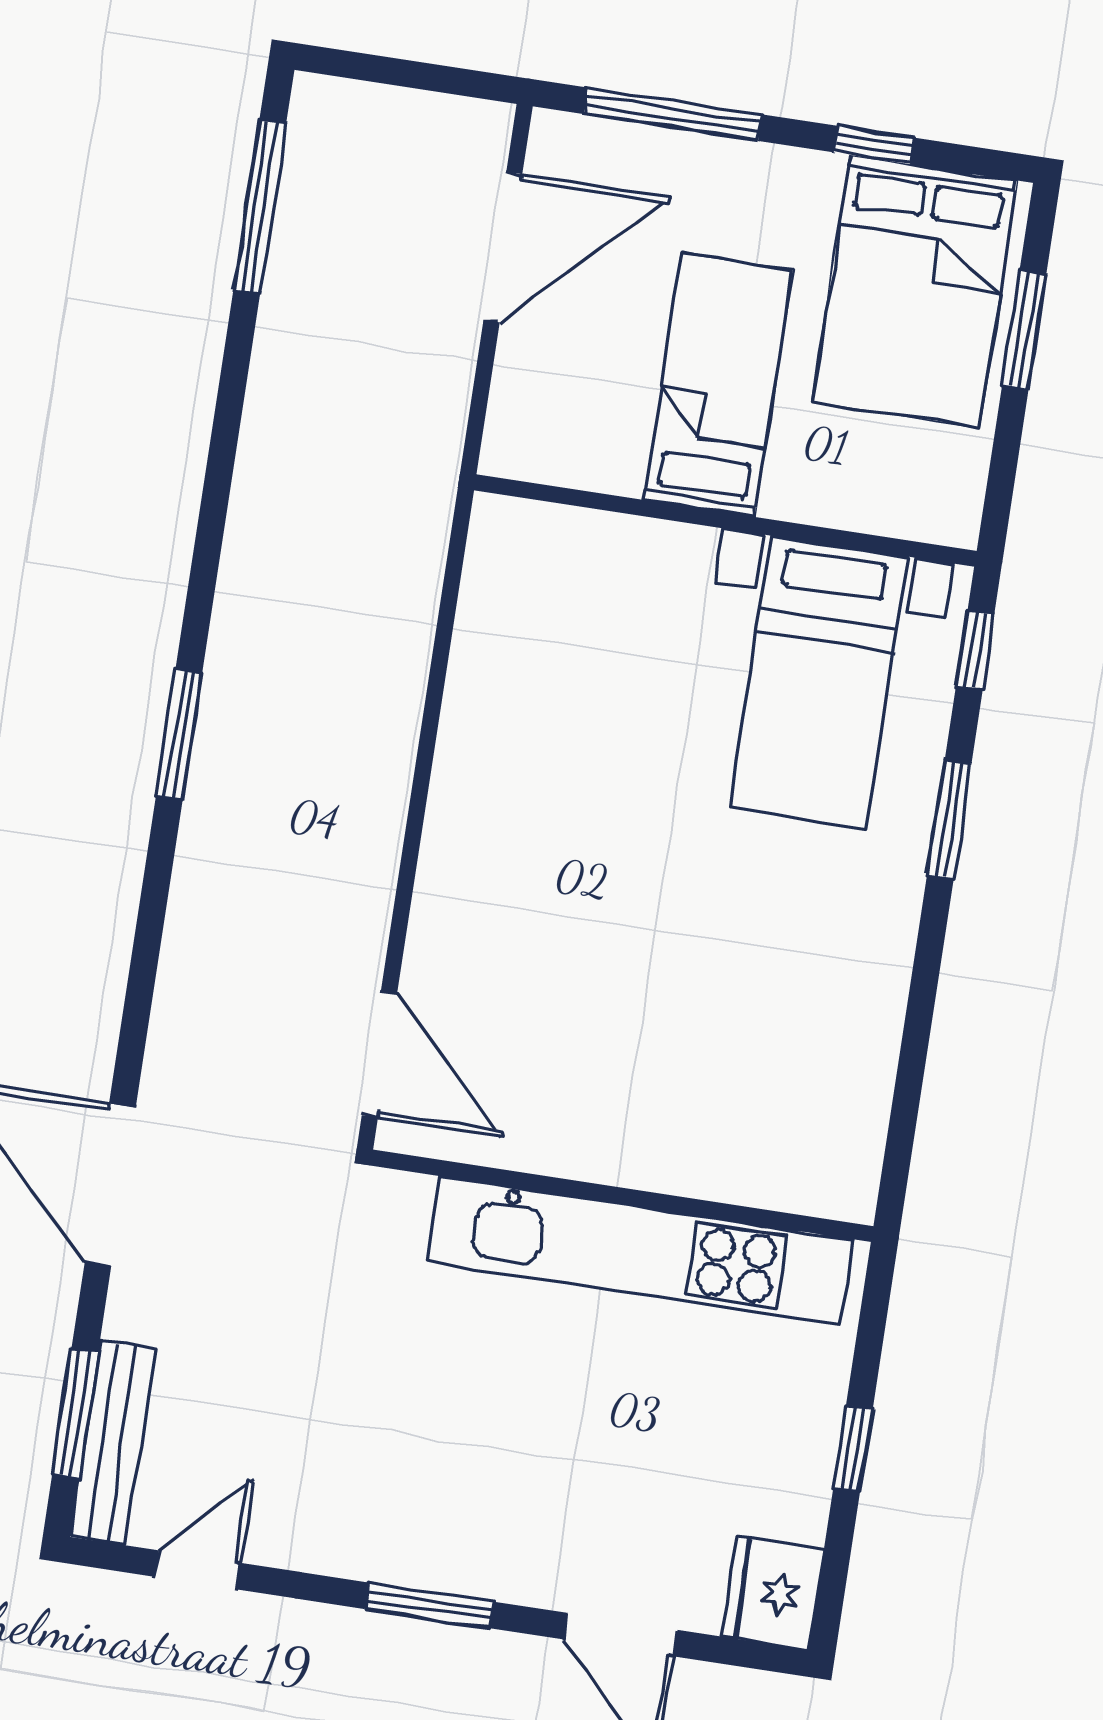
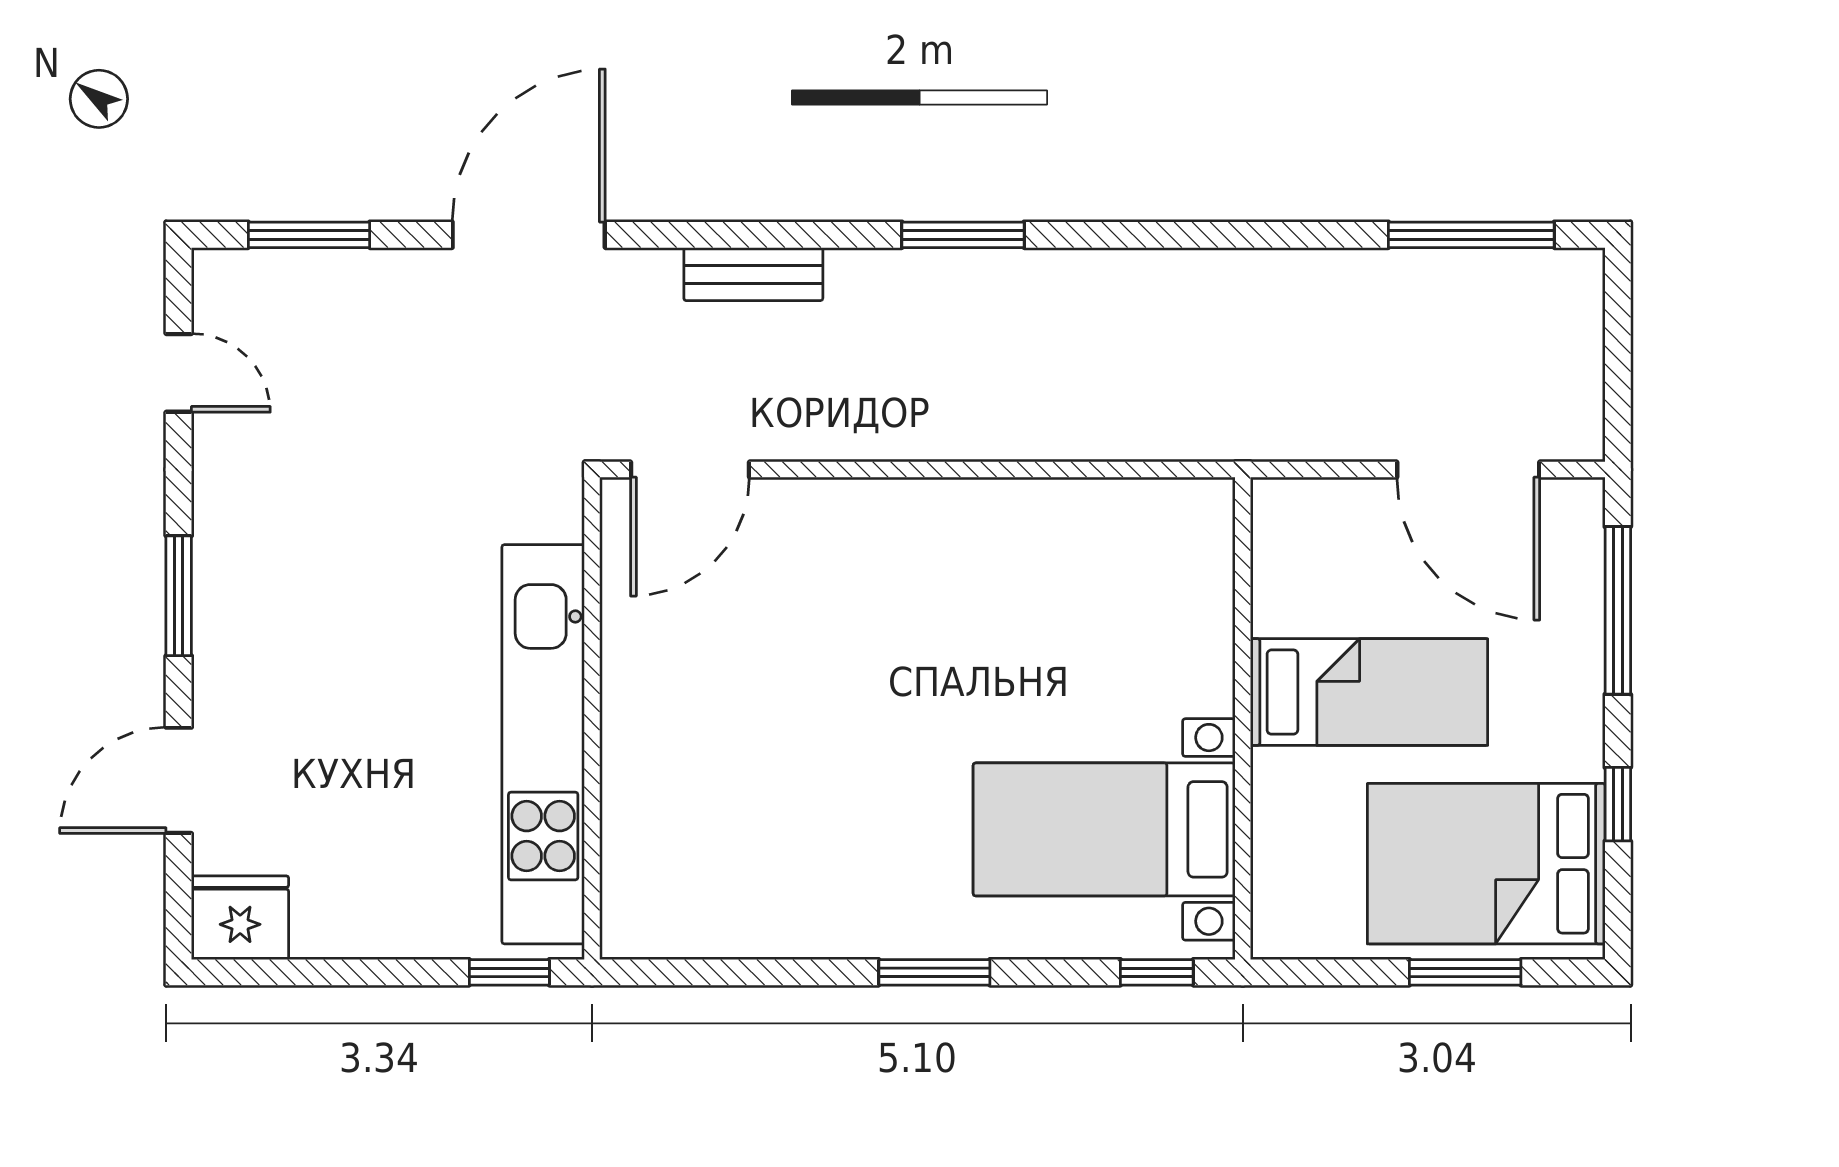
window: (949, 819) -> (934, 972), moved
bench: (112, 1443) -> (753, 274), moved, width x0.73
window: (853, 1449) -> (509, 972), moved

